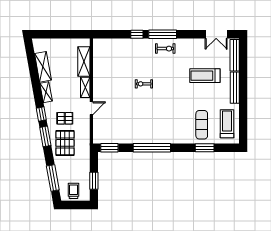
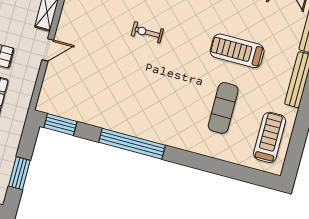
treadmill: (205, 76) -> (237, 51), moved
exercise mat: (202, 125) -> (223, 108), moved
window: (205, 148) -> (221, 168), removed

